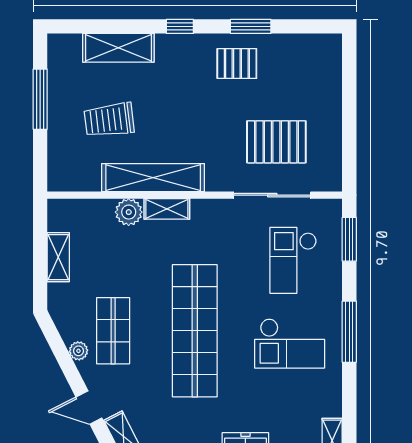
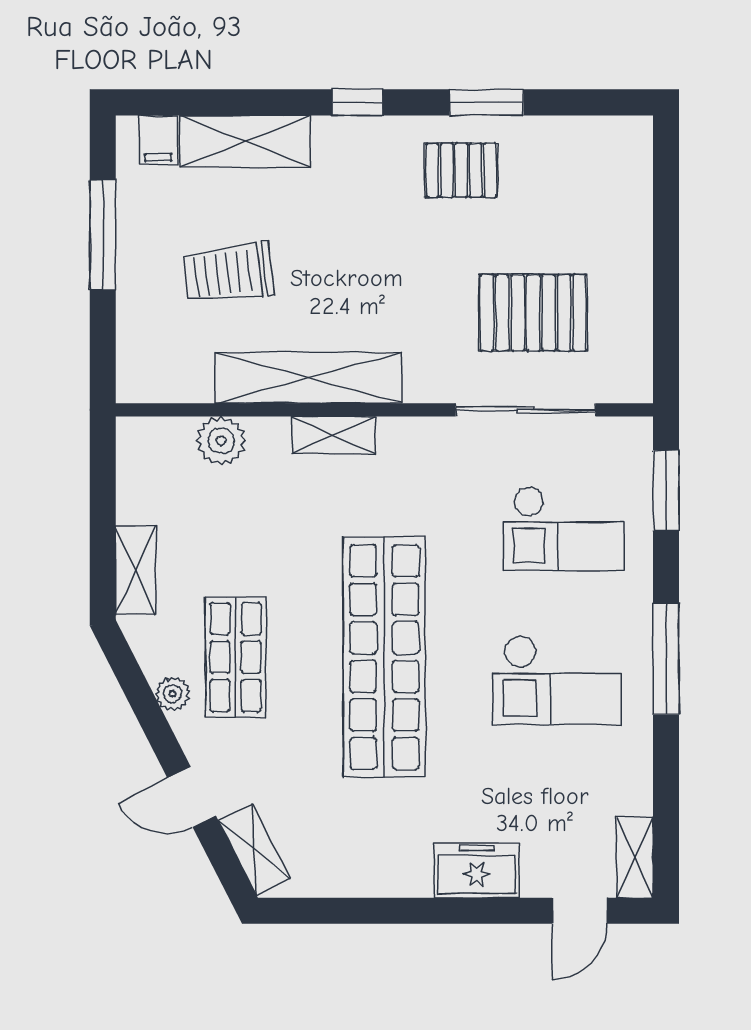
filing cabinet: (71, 47) -> (158, 140), added
plant: (129, 212) -> (221, 441), moved
shelving: (58, 257) -> (136, 570), moved
checkout: (293, 260) -> (564, 529), turned -90

